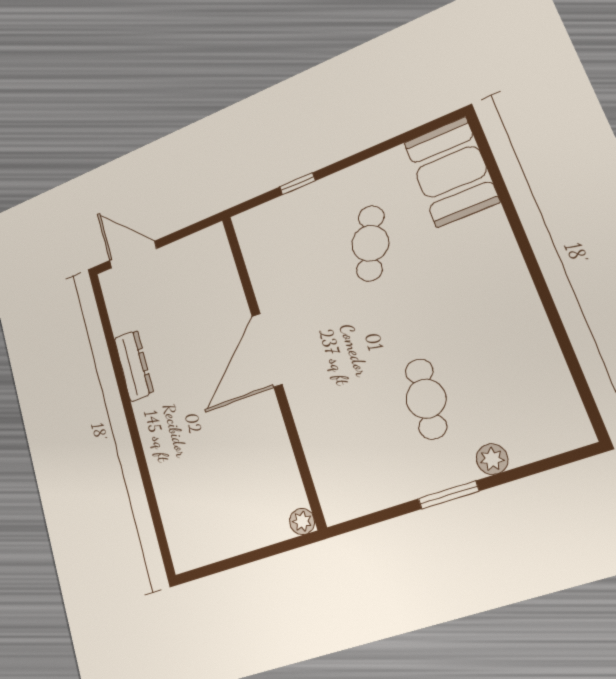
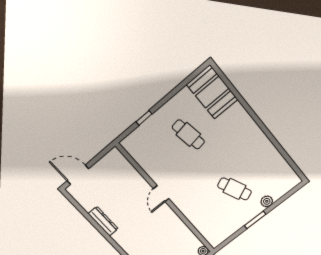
cafe table: (370, 243) -> (188, 134), turned -30
door: (267, 350) -> (161, 194), width x0.53
cafe table: (426, 399) -> (235, 189), turned -30

